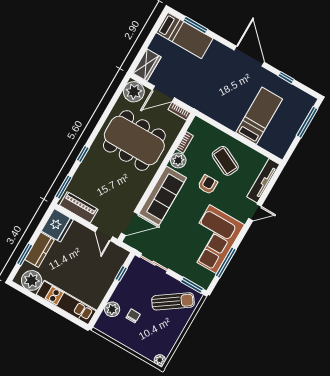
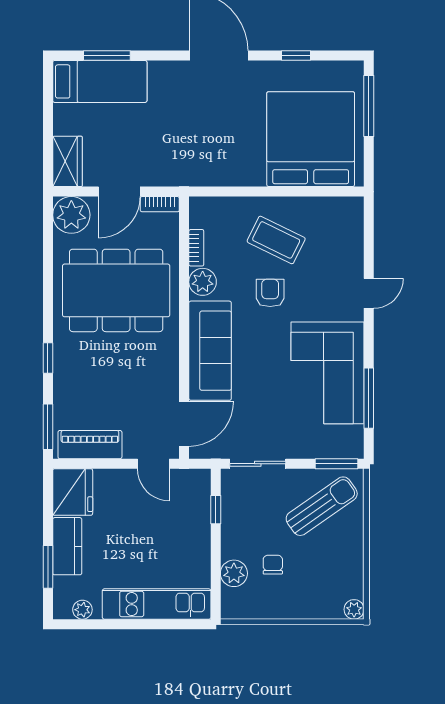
bed: (259, 116) -> (311, 139), width x2.04
tv unit: (263, 181) -> (353, 237), removed
plant: (32, 280) -> (82, 610), width x0.53, depth x0.53

